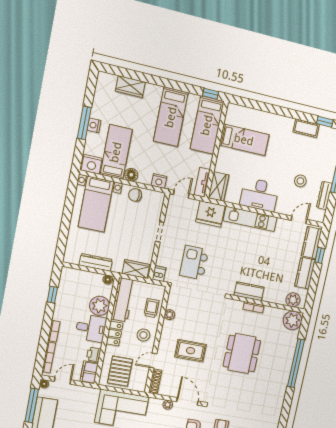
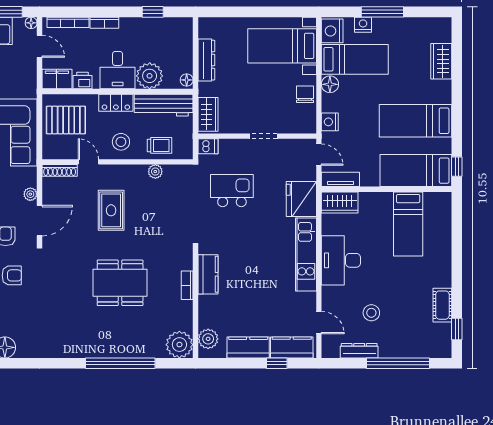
nightstand: (94, 125) -> (363, 25), moved

